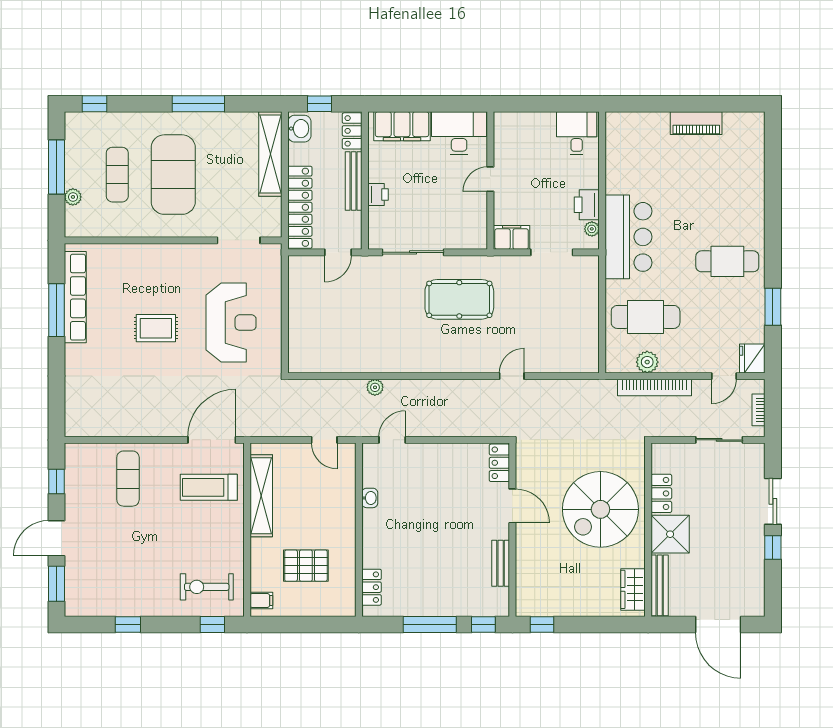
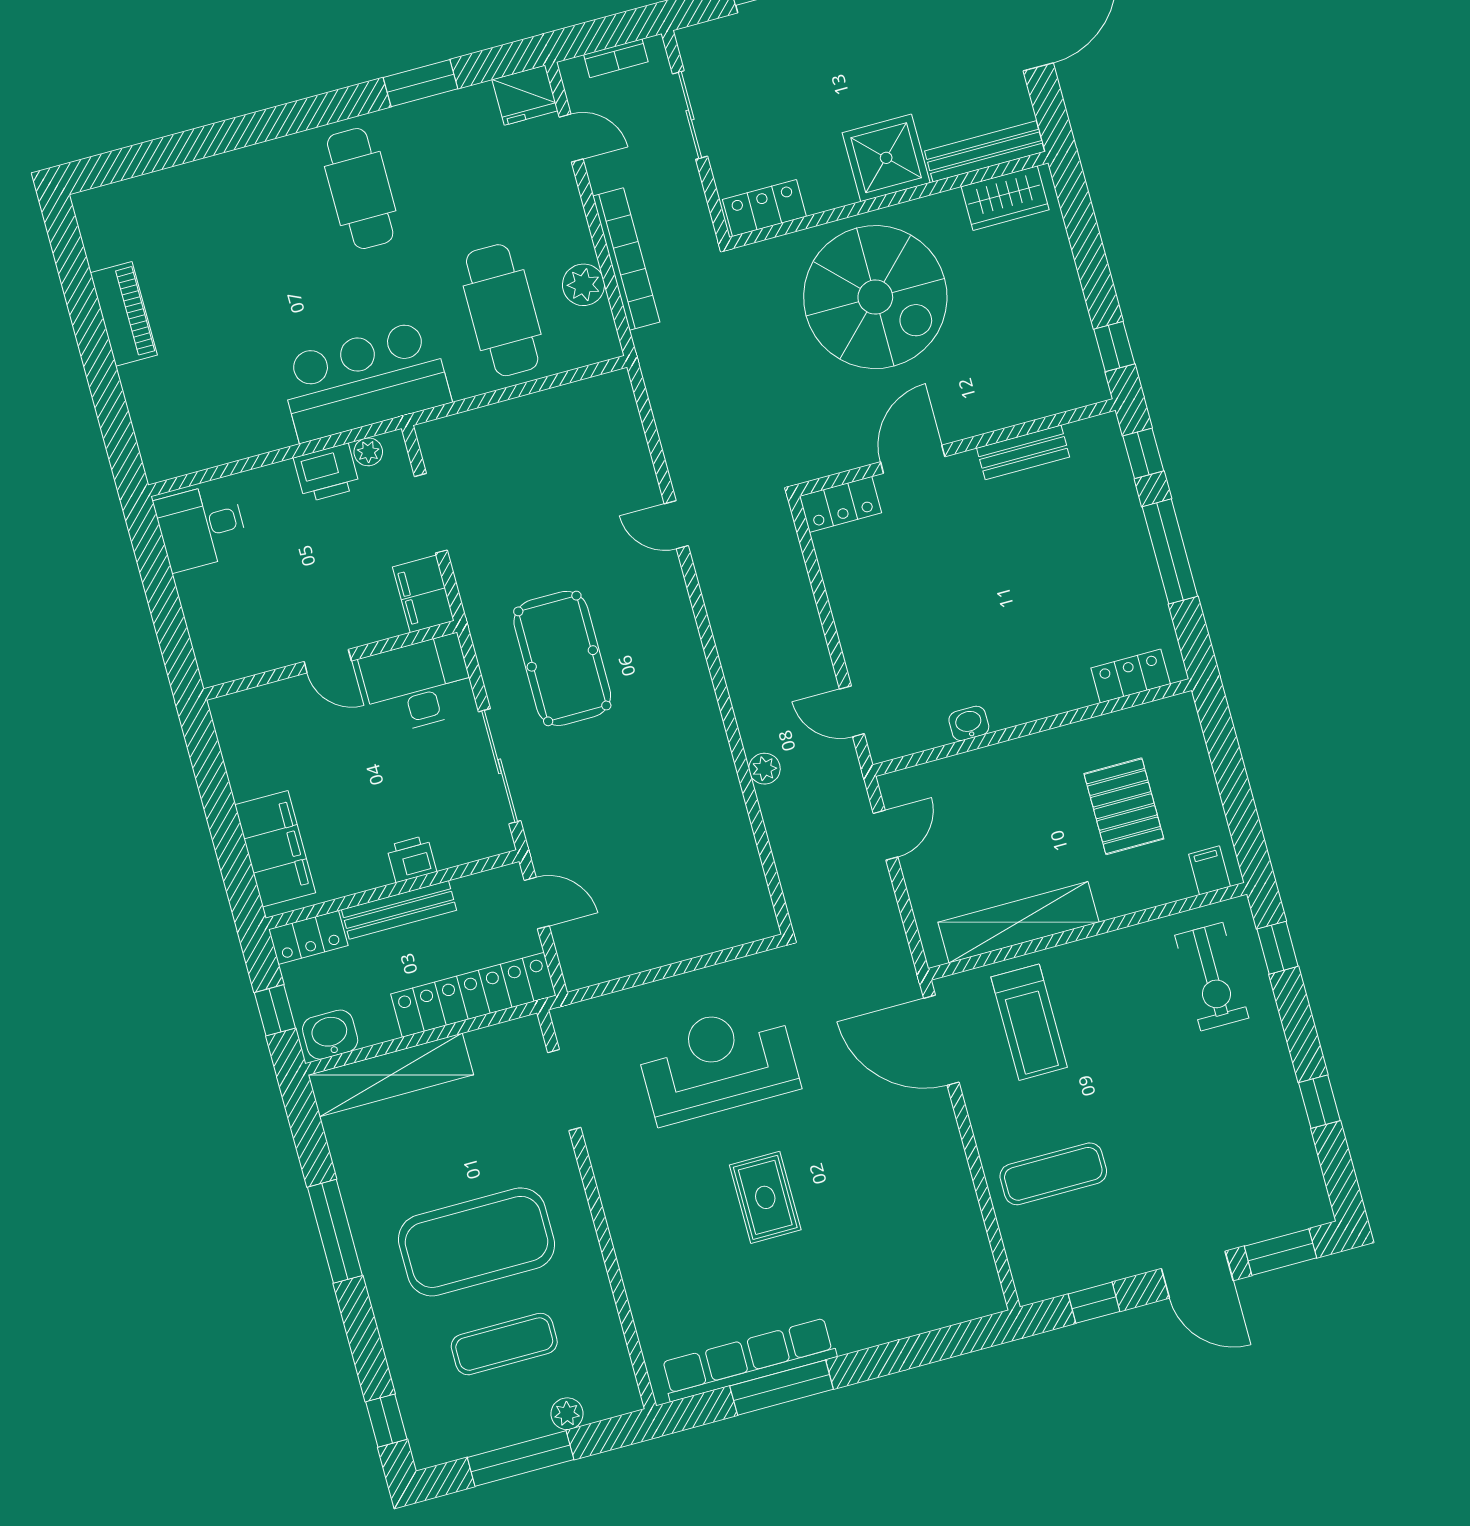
desk: (459, 133) -> (418, 685), moved, turned 90
locker: (661, 493) -> (764, 208), moved

